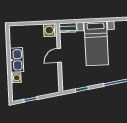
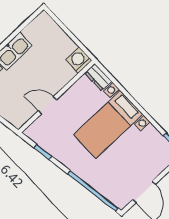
door: (59, 55) -> (47, 105), moved

